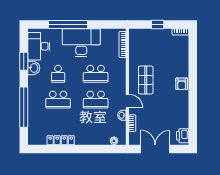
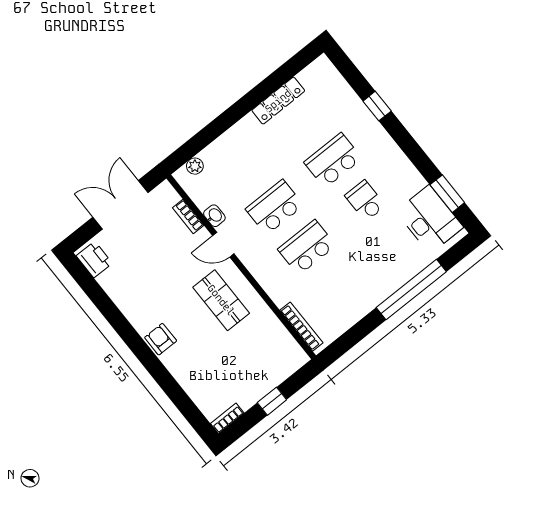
desk: (81, 43) -> (368, 278), removed
window: (24, 61) -> (447, 194), moved
washbasin: (34, 68) -> (410, 179), removed
window: (24, 107) -> (377, 106), width x0.32
double door: (155, 149) -> (120, 205), swing flipped

